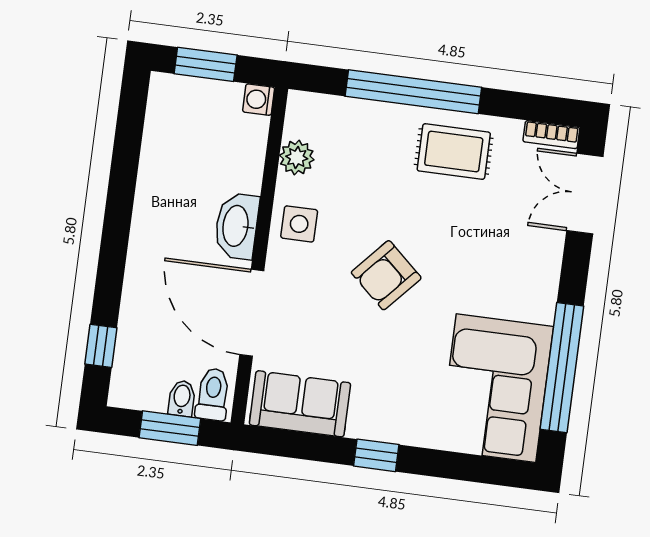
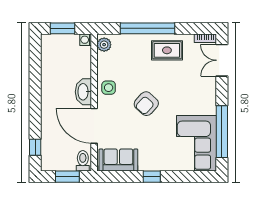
plant: (297, 158) -> (104, 45), moved
bidet: (182, 398) -> (71, 164), removed

